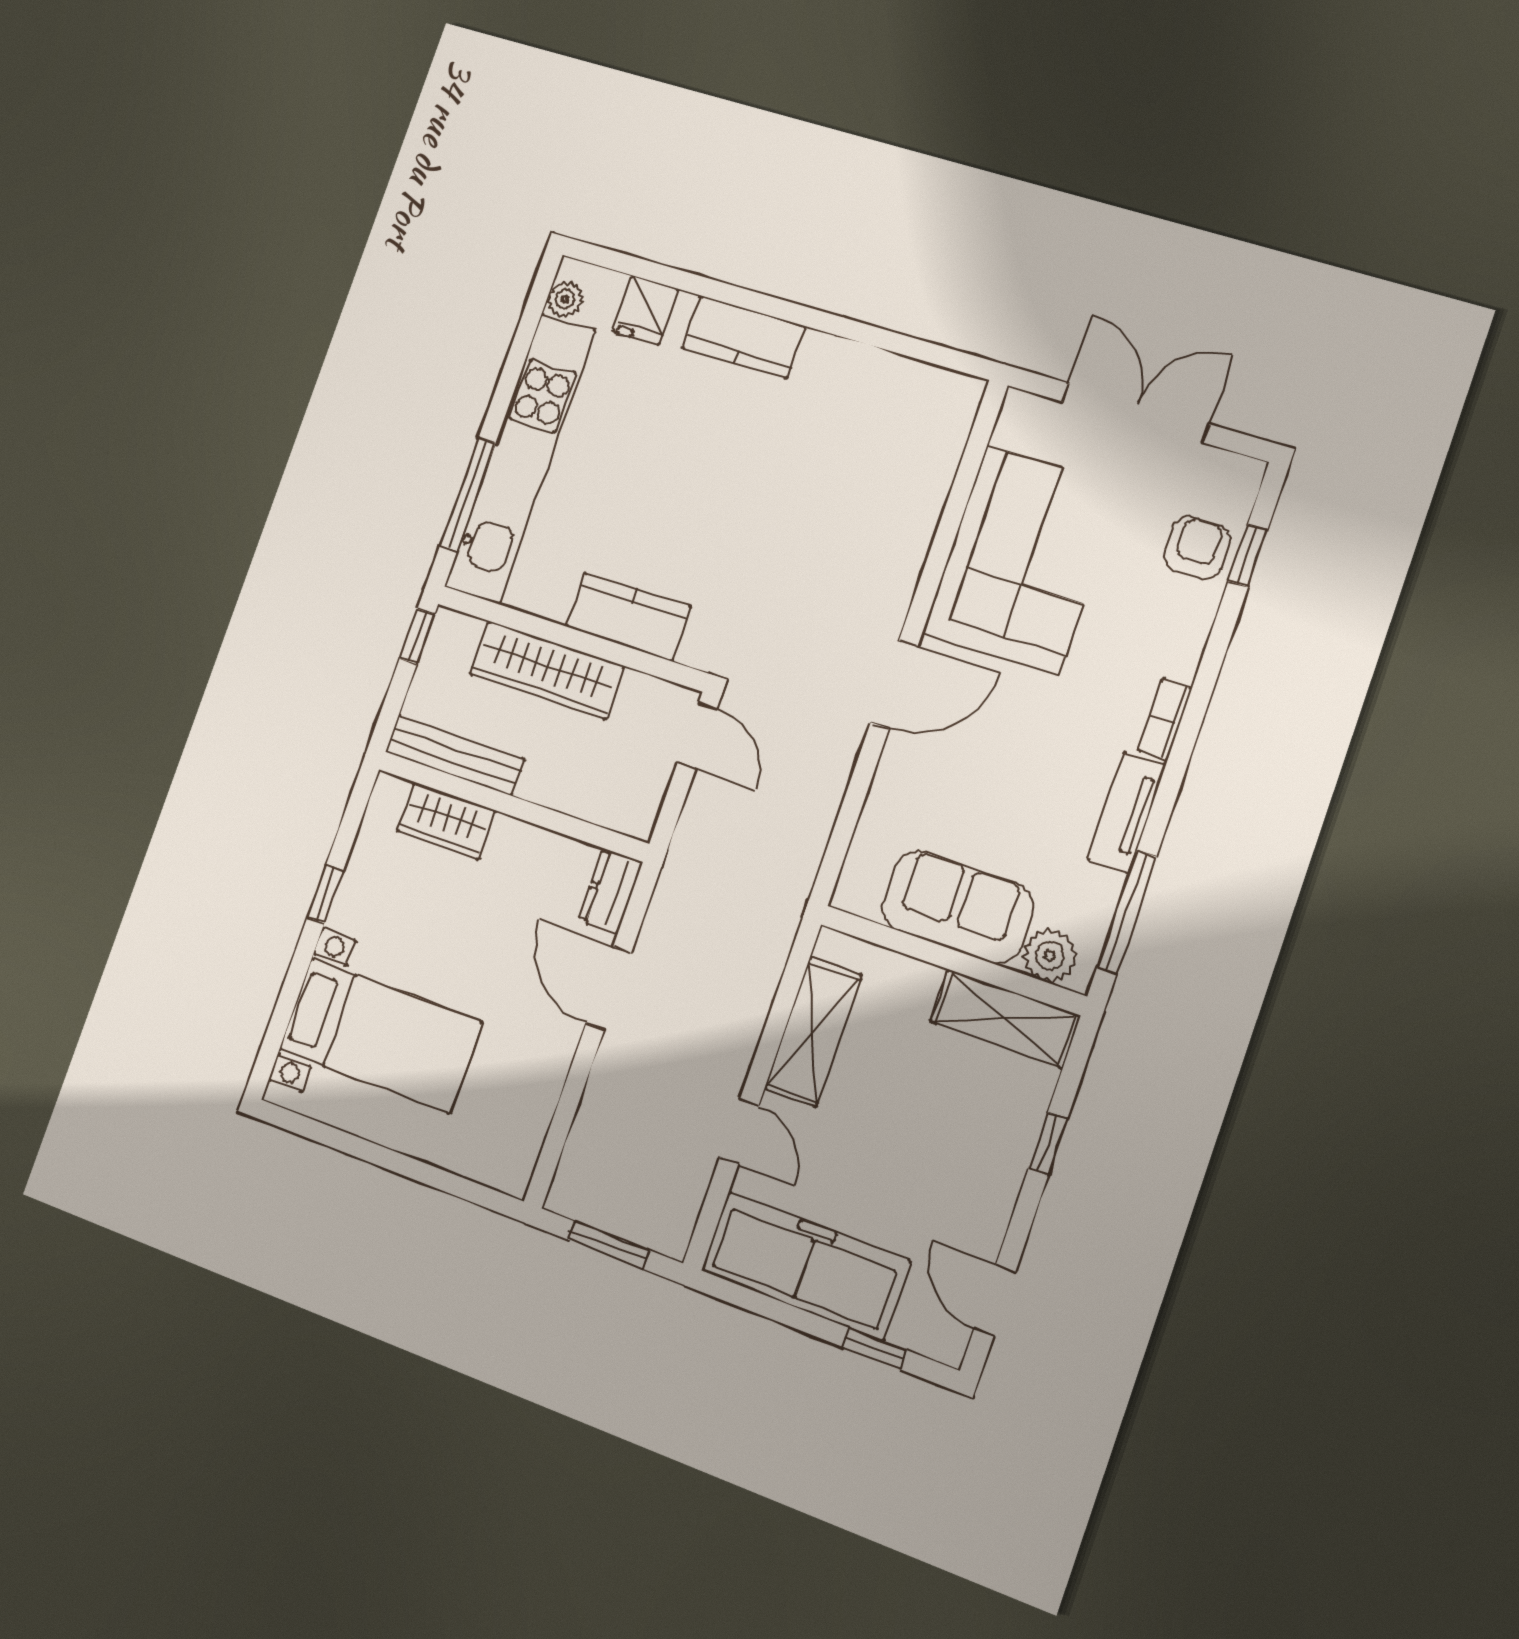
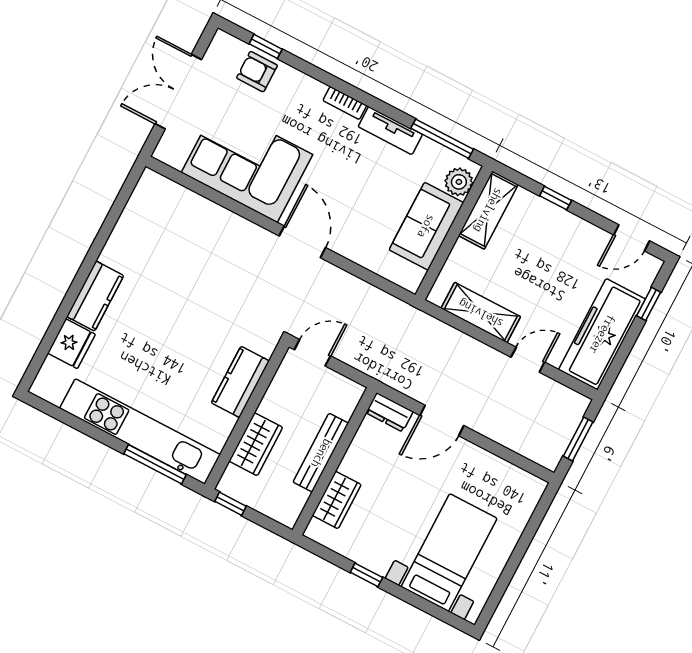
plant: (565, 299) -> (53, 394), removed
fridge: (646, 310) -> (71, 344), width x1.38
wardrobe: (547, 670) -> (256, 444), width x0.67
bench: (455, 755) -> (321, 453), moved

